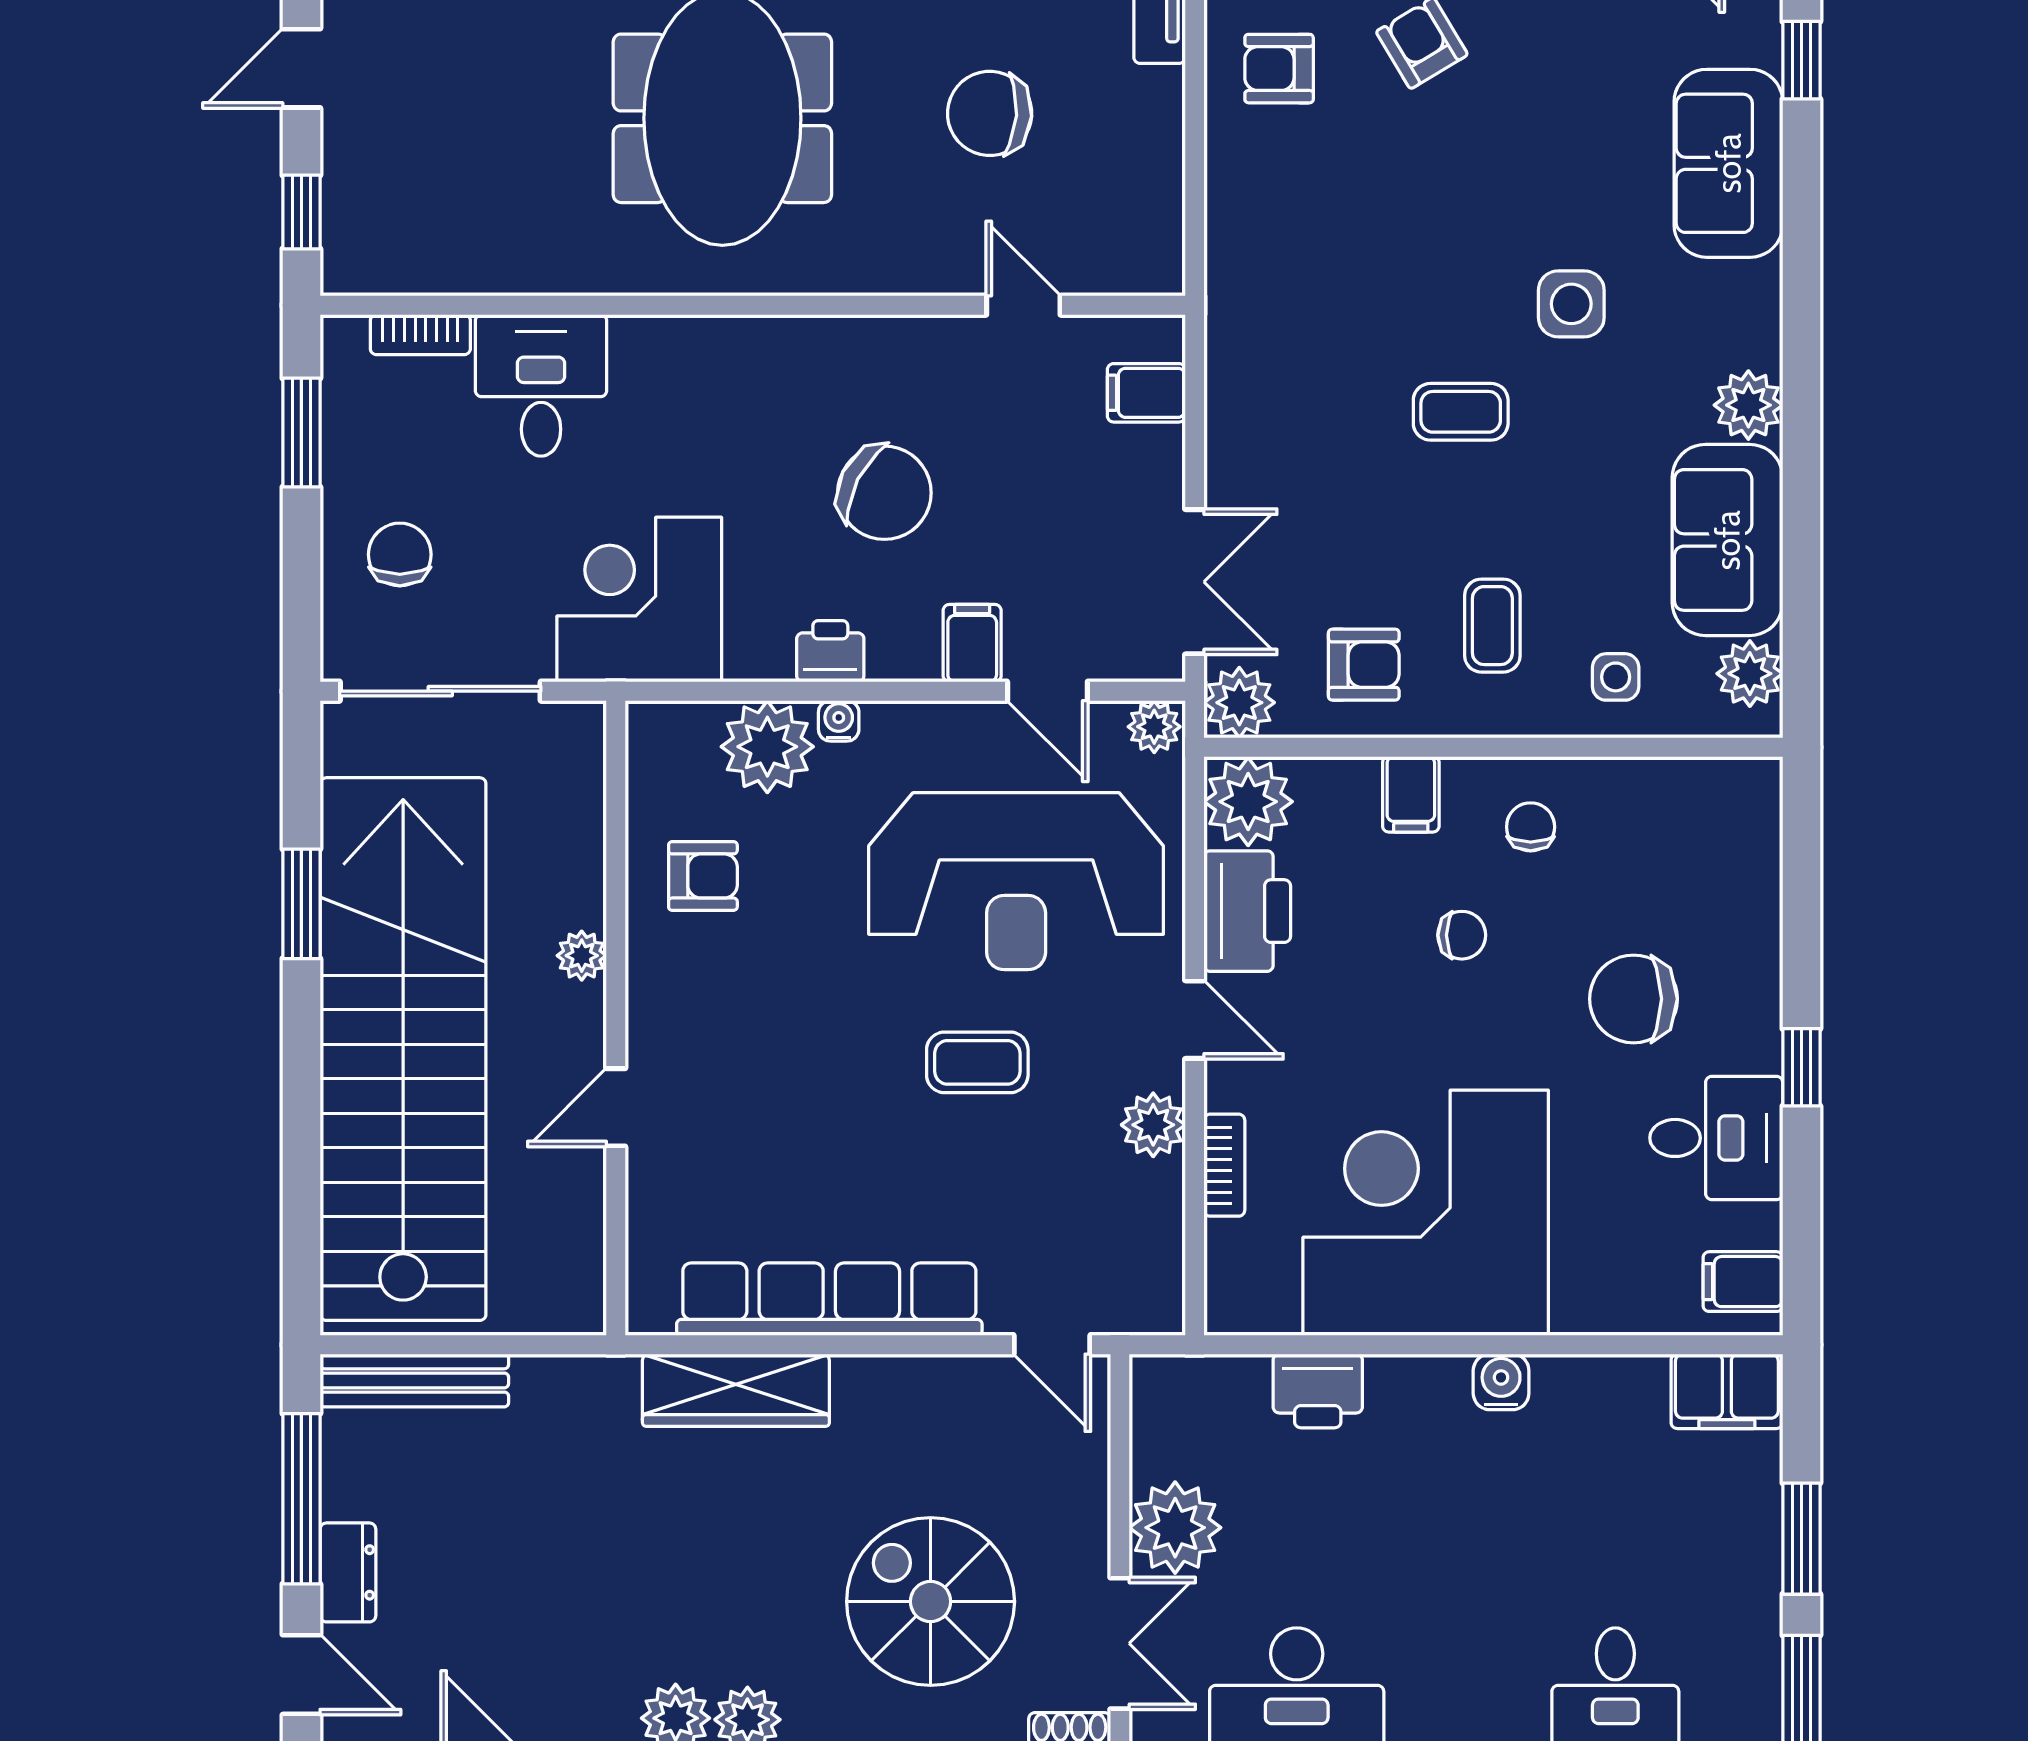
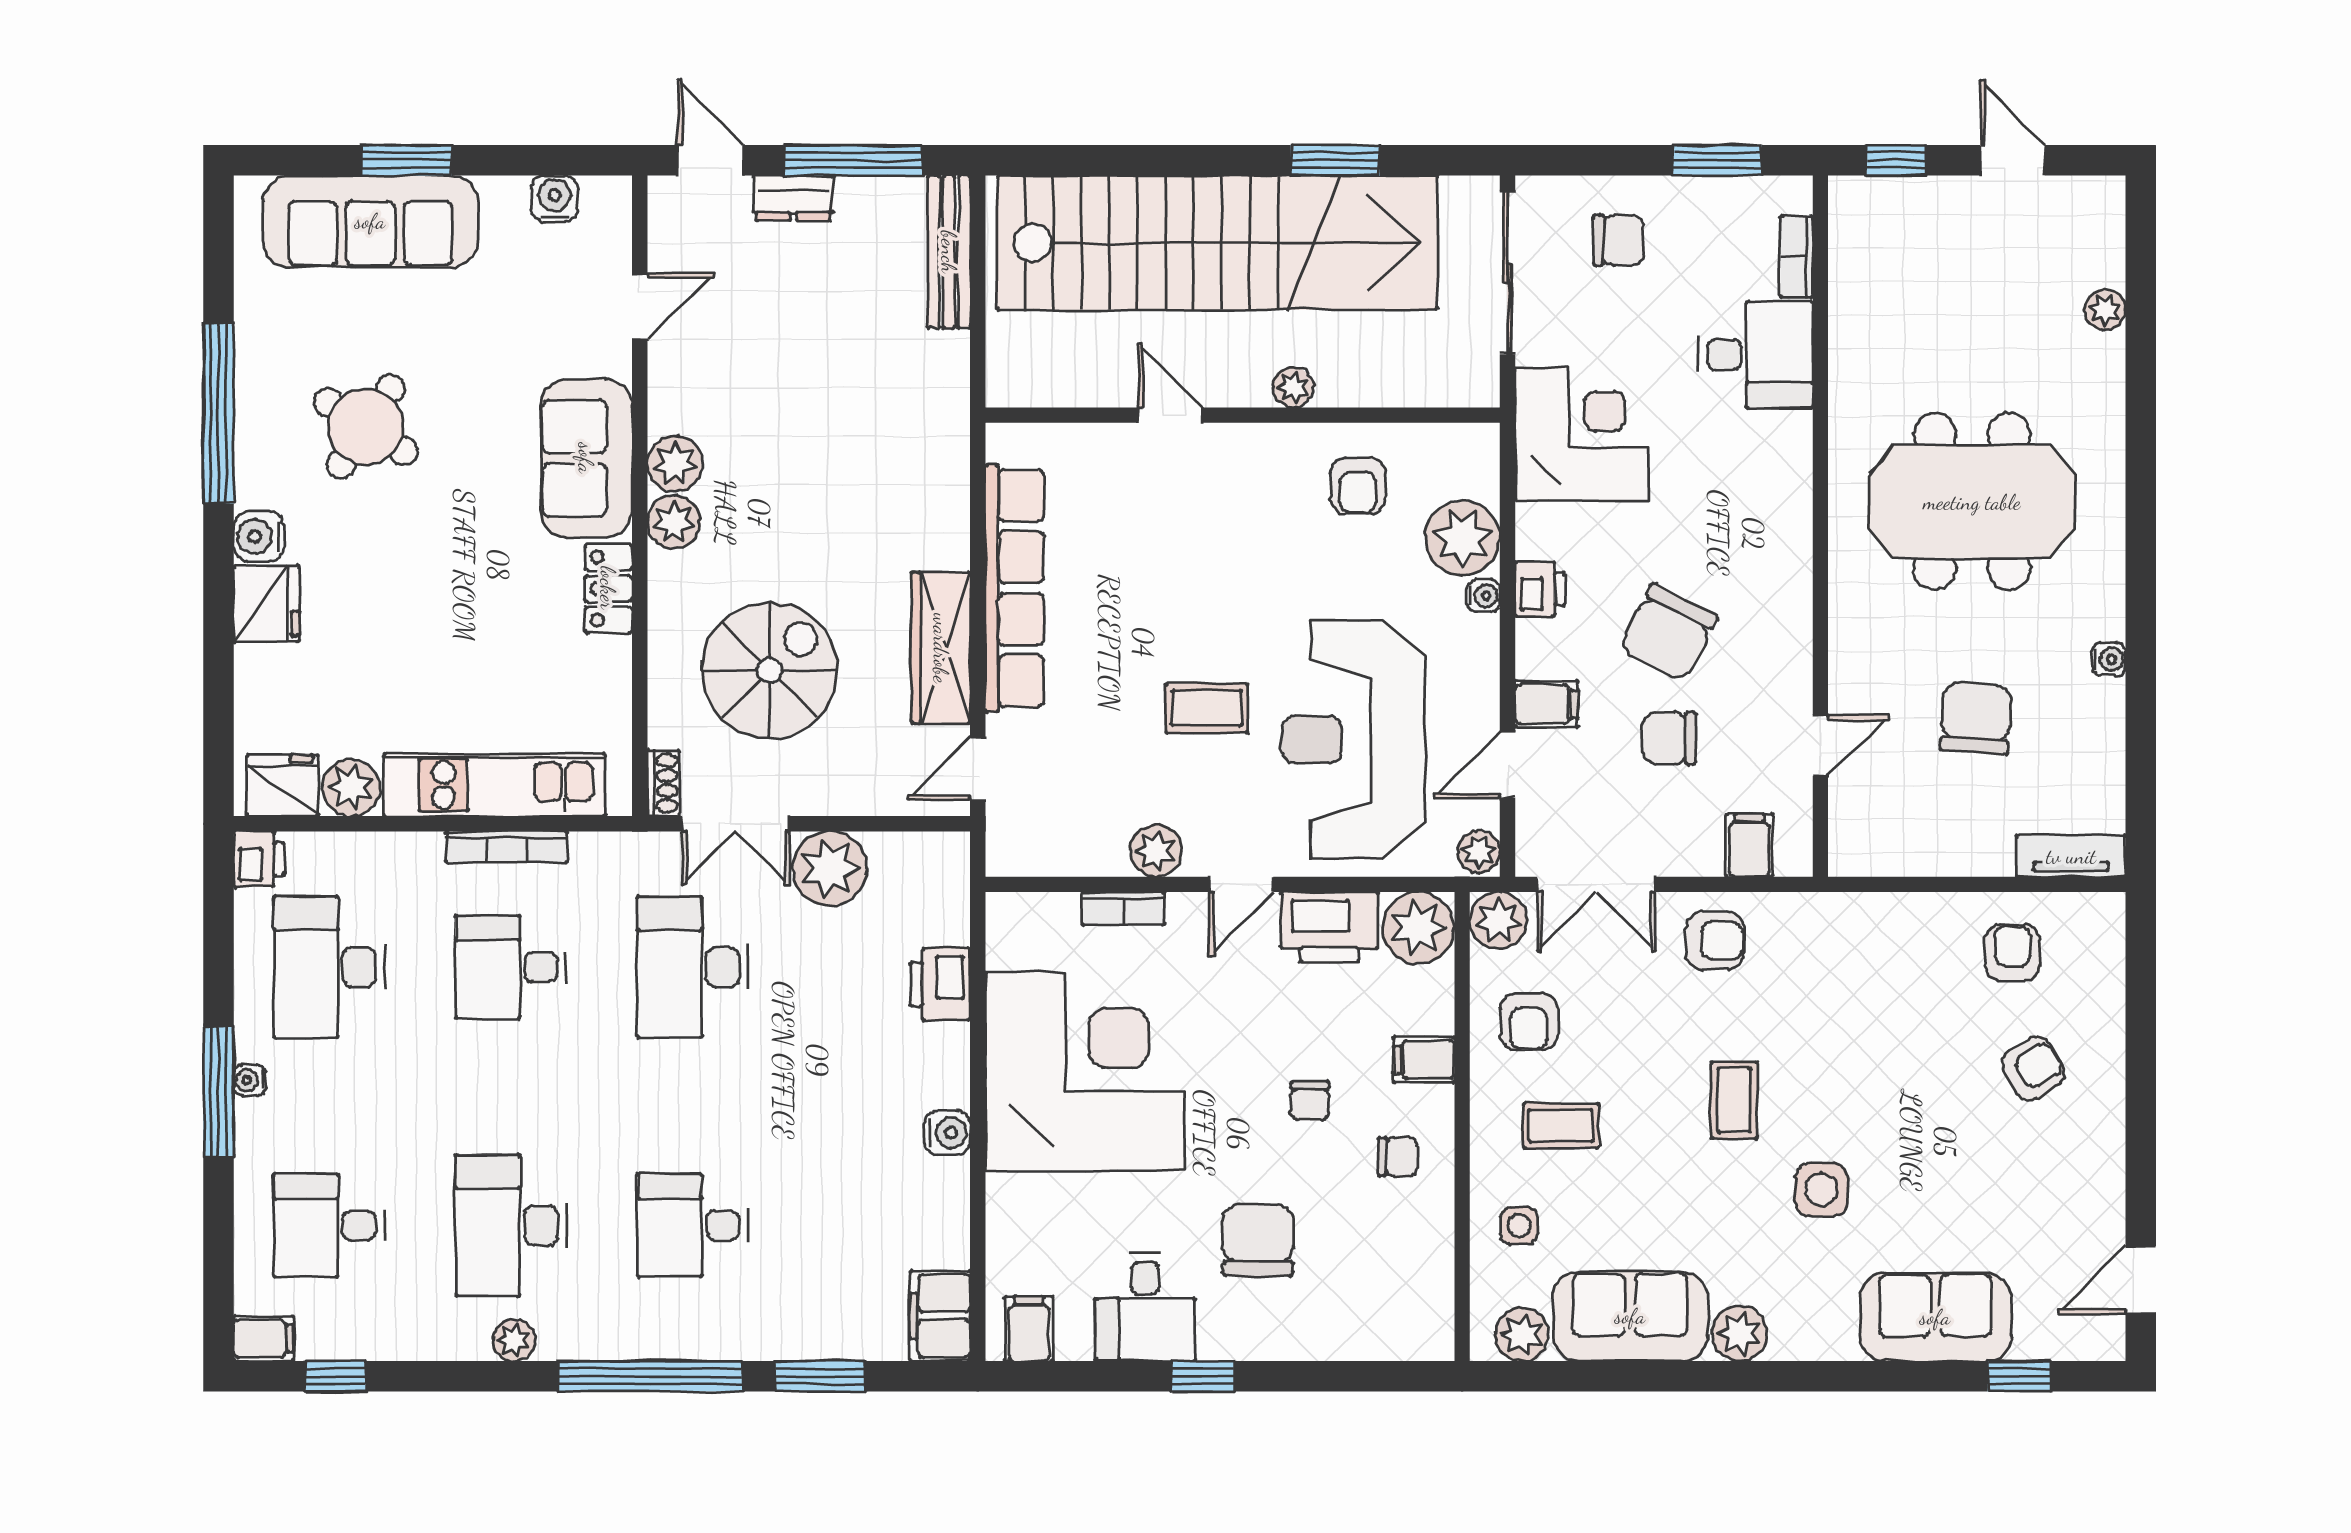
armchair: (1264, 435) -> (1715, 940), added
chair: (1014, 491) -> (1670, 738), added
coffee table: (977, 1062) -> (1207, 708), turned 90
wardrobe: (736, 1390) -> (941, 648), moved
door: (301, 1675) -> (710, 160), swing flipped

